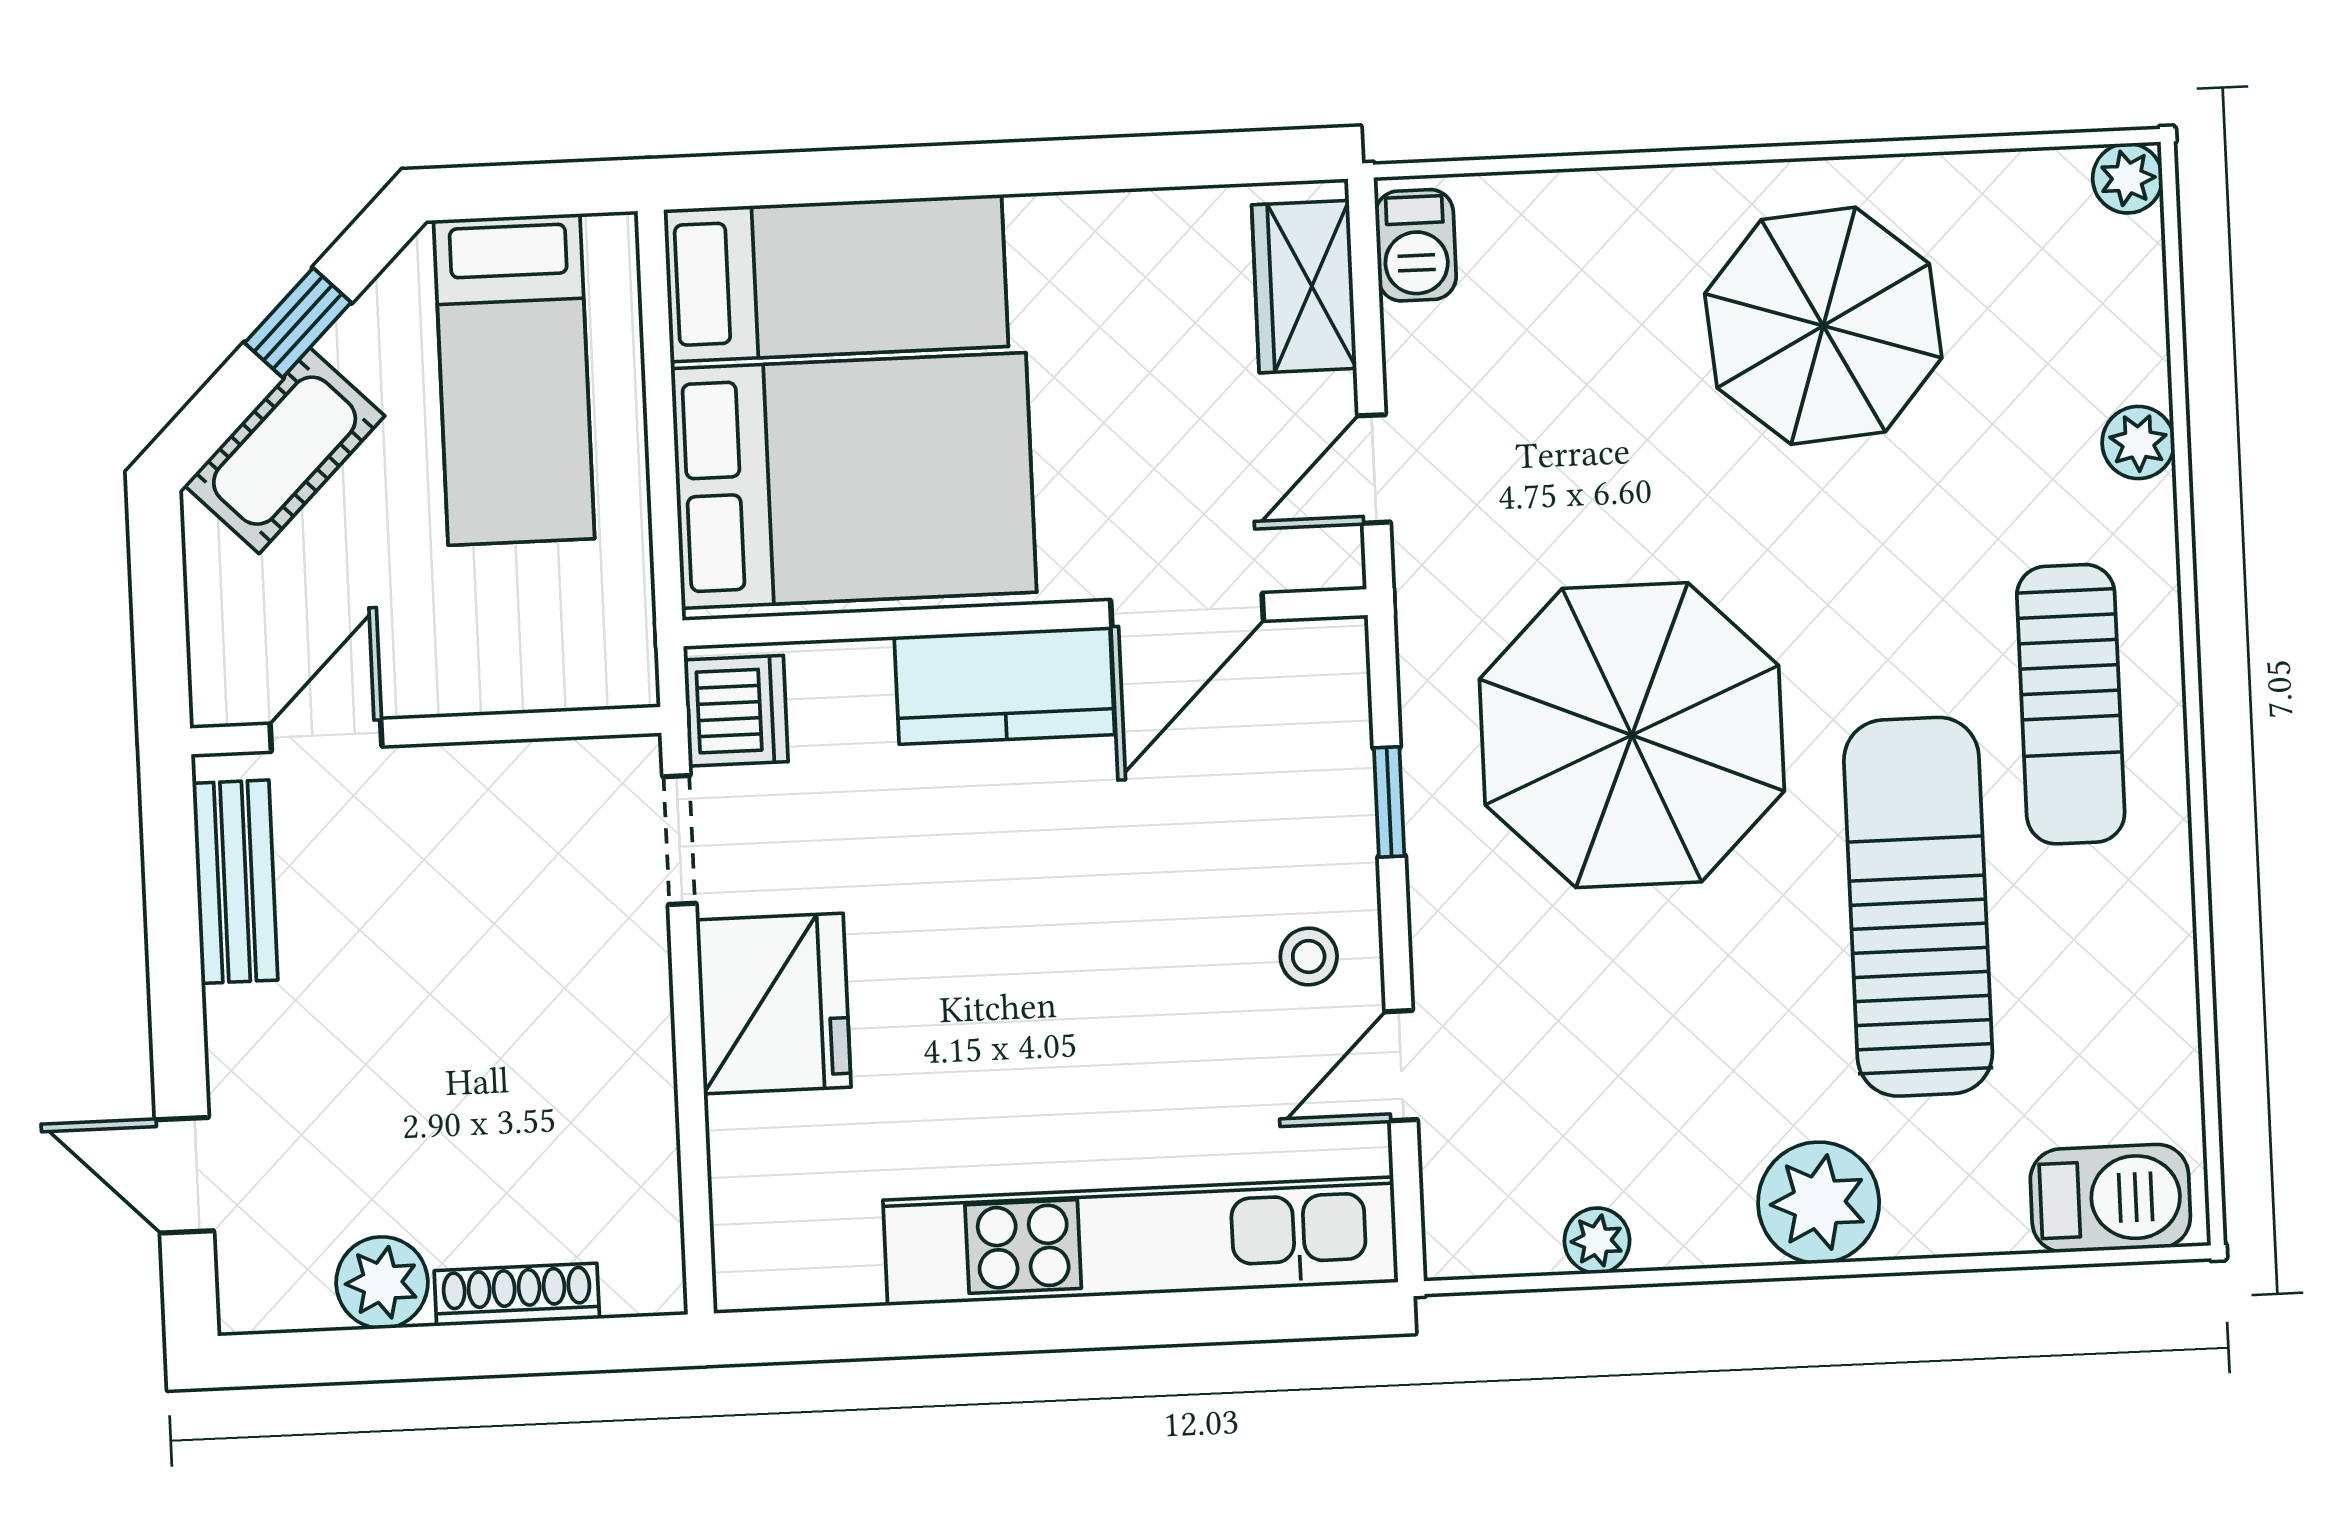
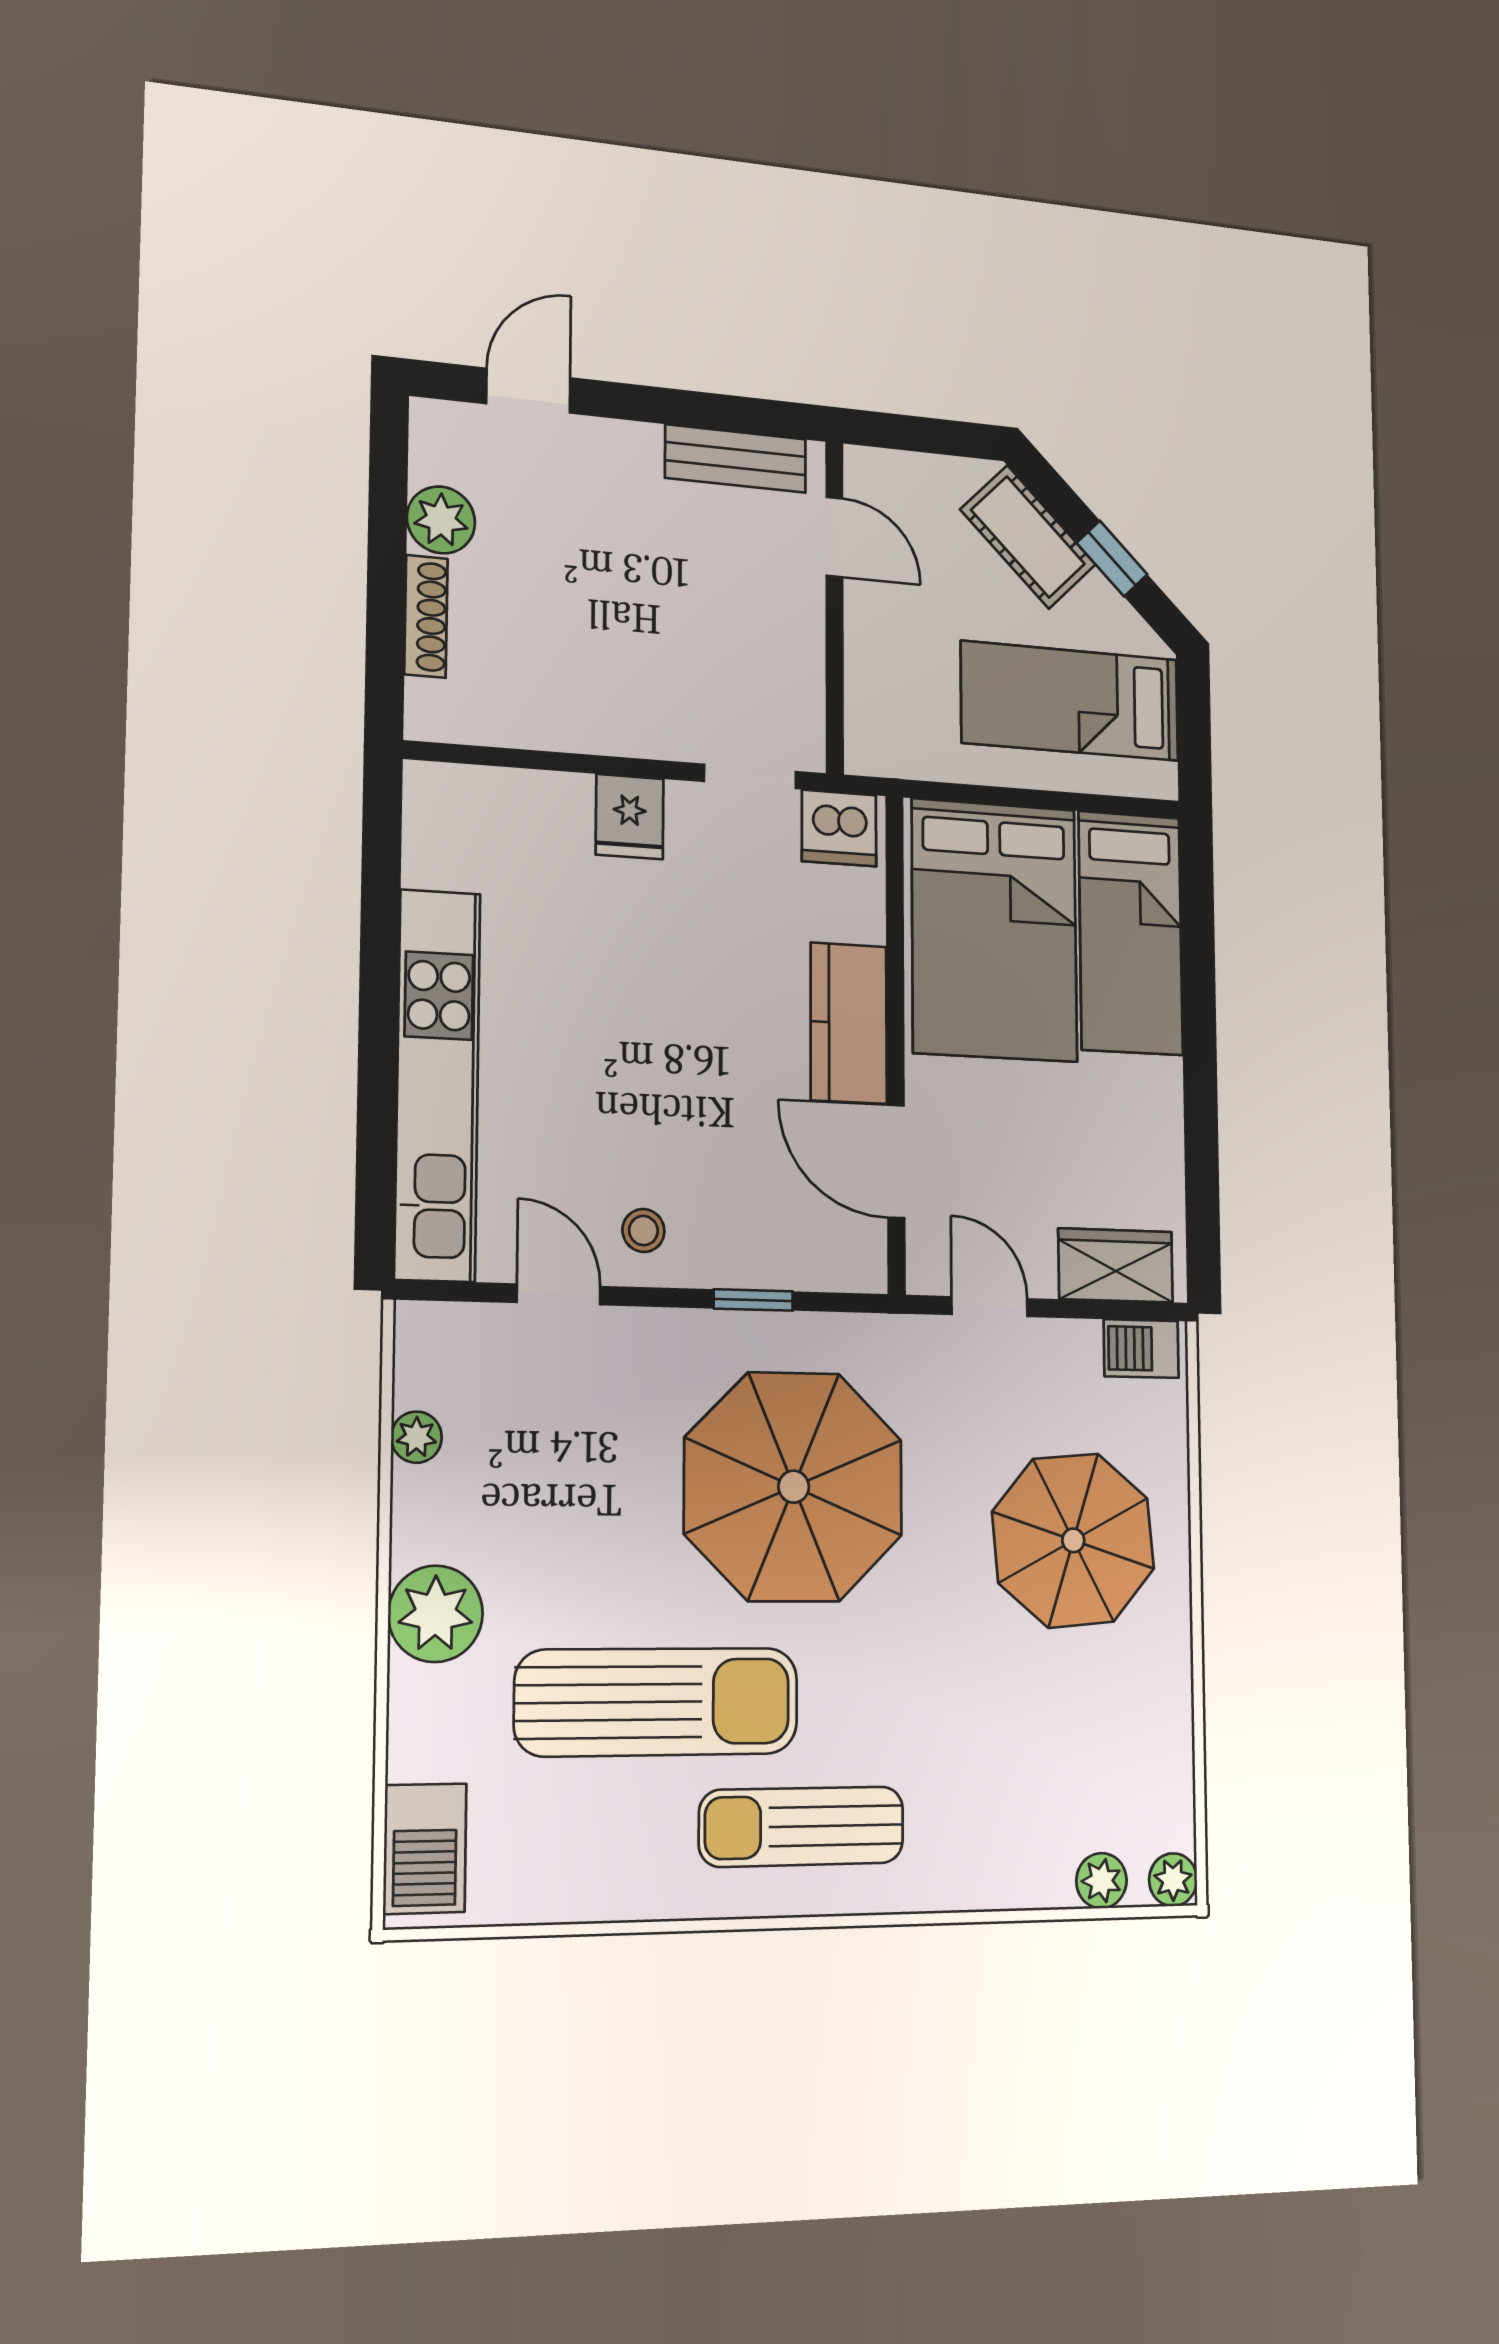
parasol: (1823, 326) -> (1073, 1540), moved
plant: (2138, 443) -> (1102, 1881), moved
fridge: (773, 1003) -> (630, 817), width x0.53, depth x0.75

